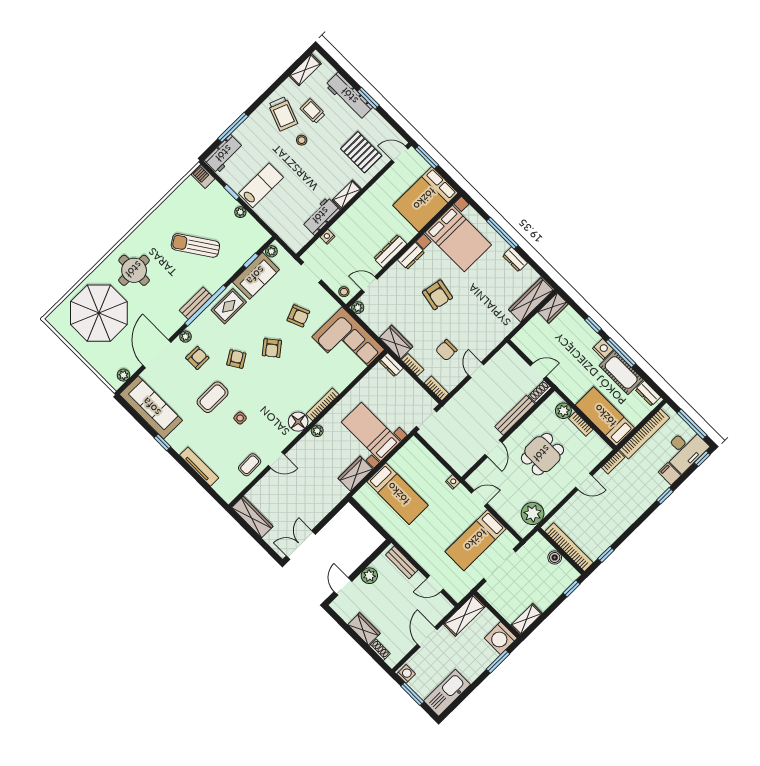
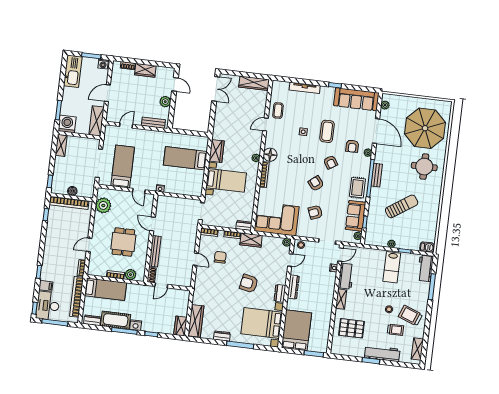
door: (400, 154) -> (340, 255), moved
door: (479, 498) -> (139, 191), hinge flipped
door: (427, 637) -> (107, 93), swing flipped

